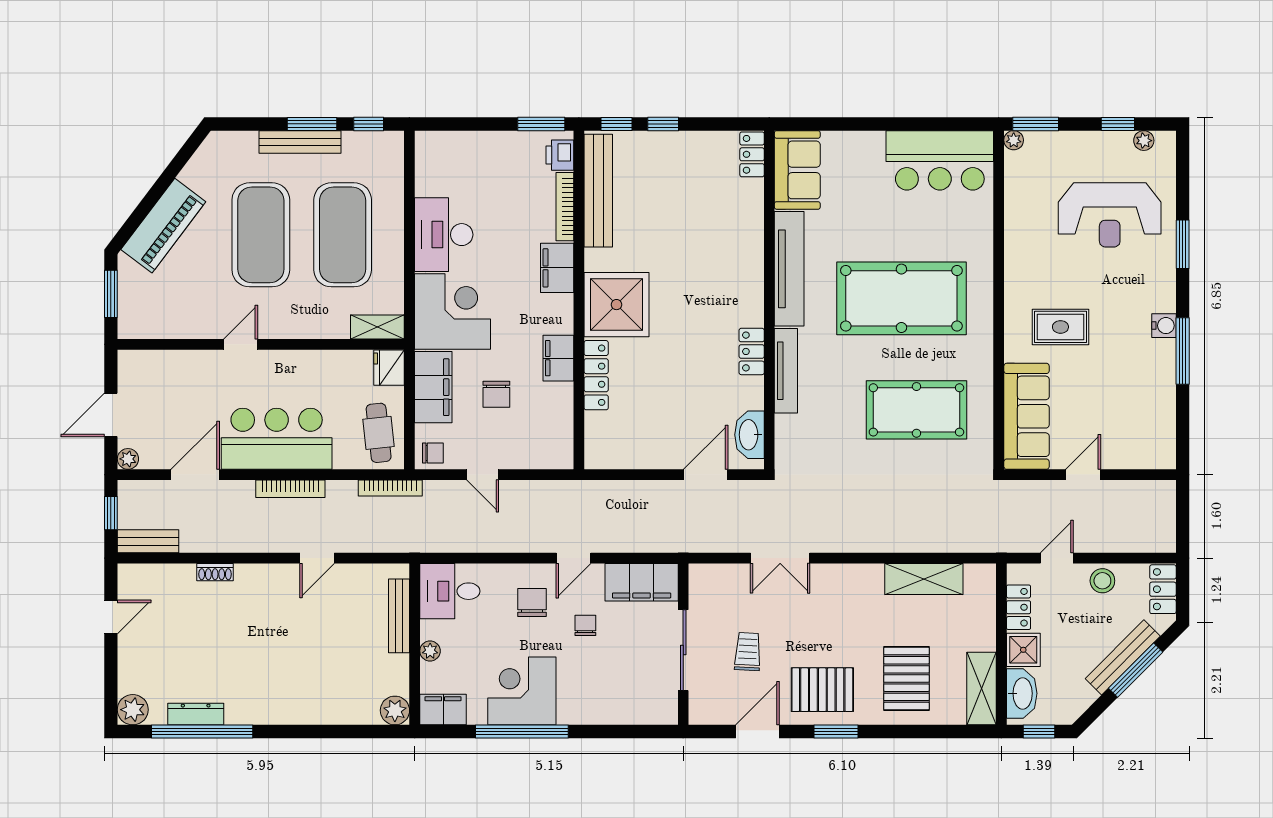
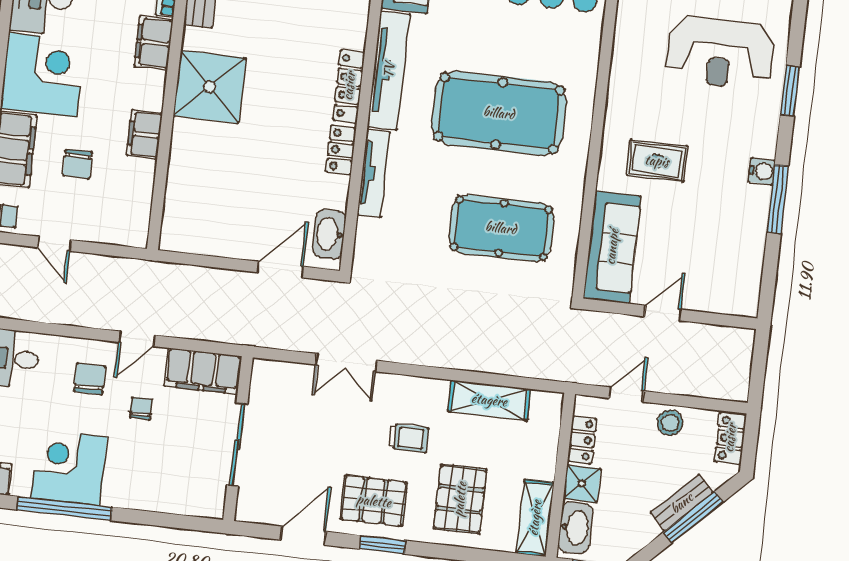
locker: (596, 375) -> (349, 86), moved, turned 180
trolley: (748, 652) -> (408, 438), moved, turned 87
bench: (1123, 657) -> (682, 503), width x0.73

